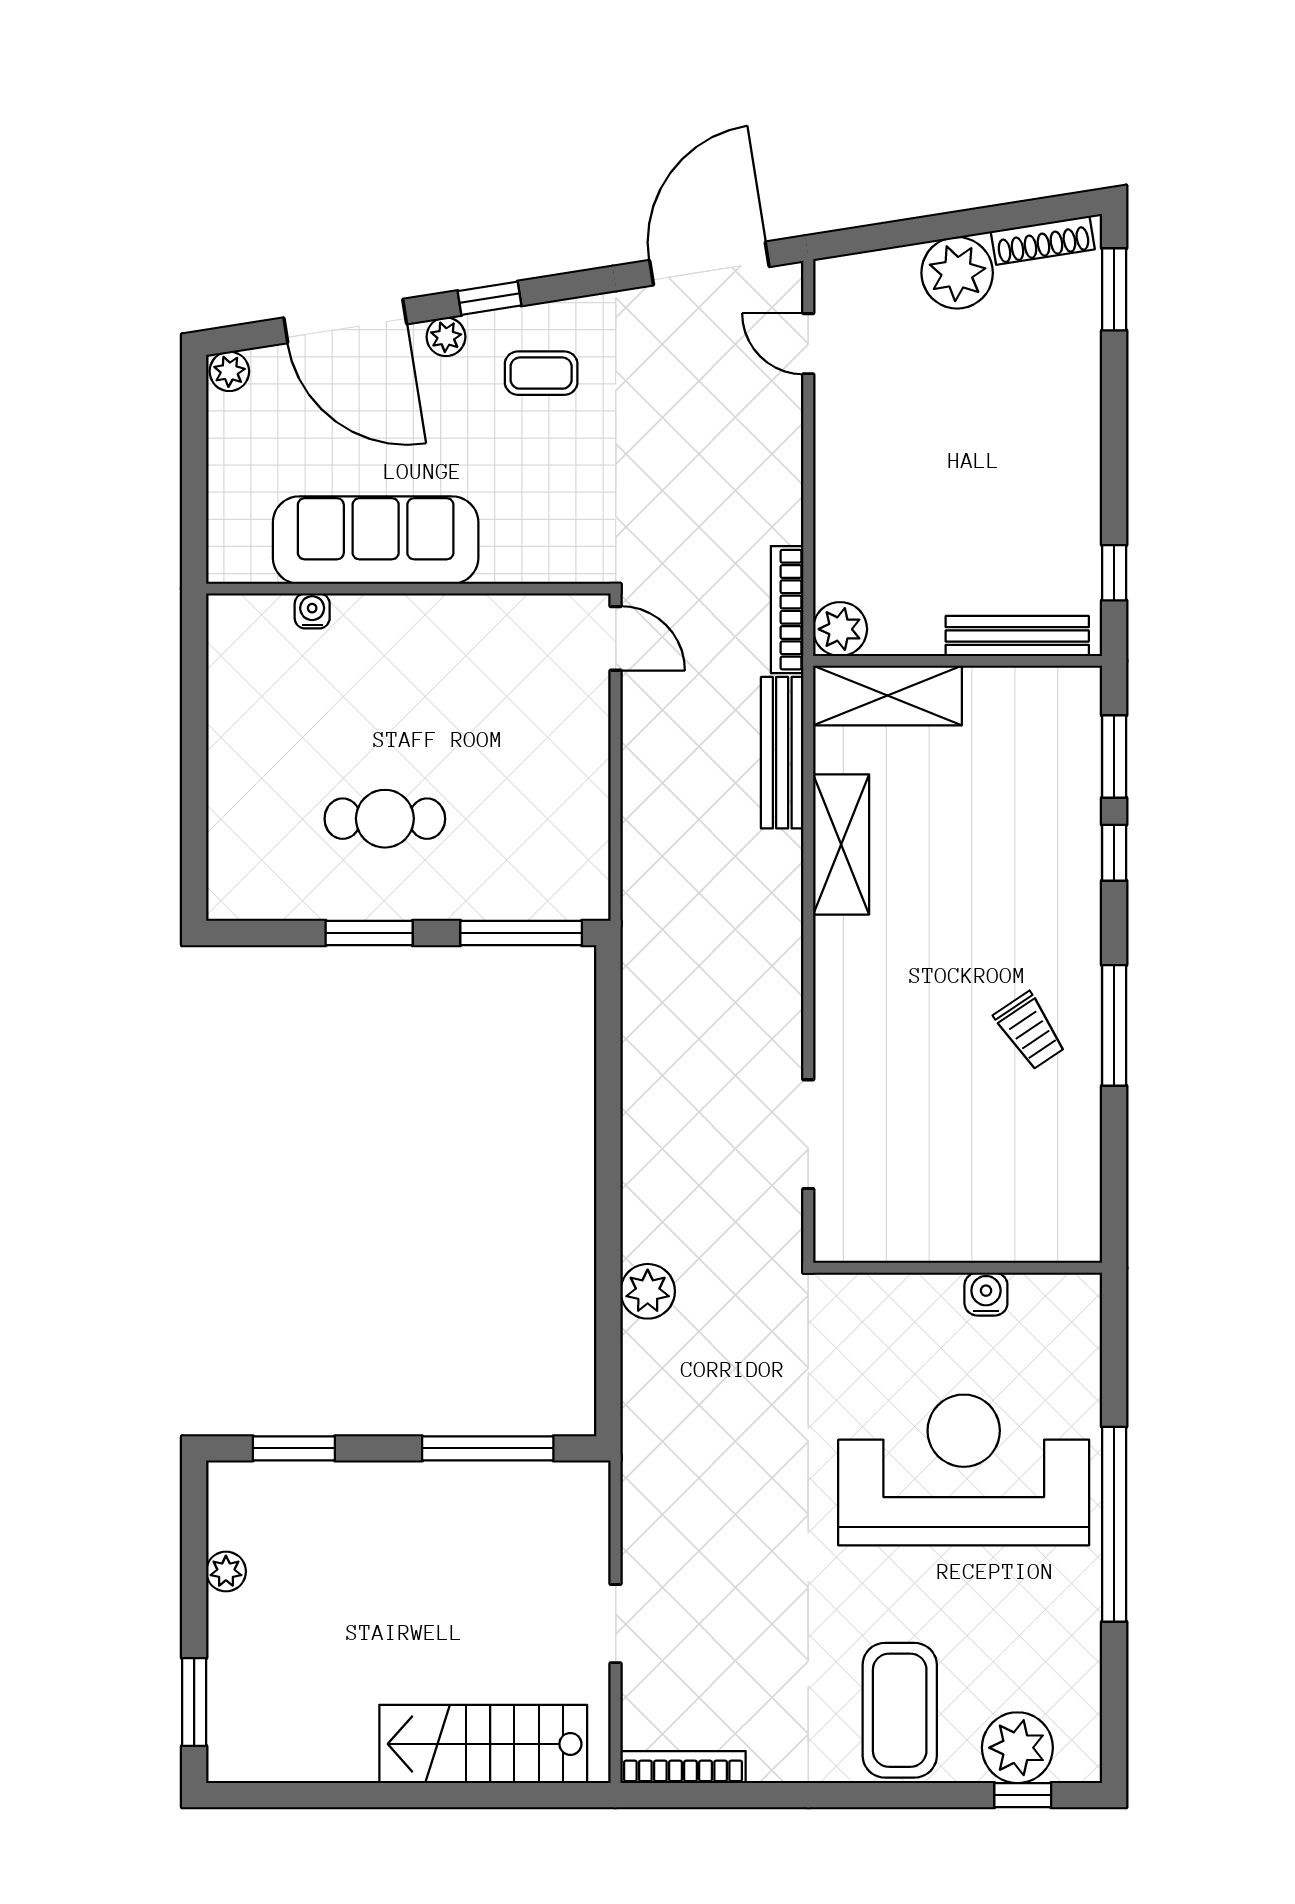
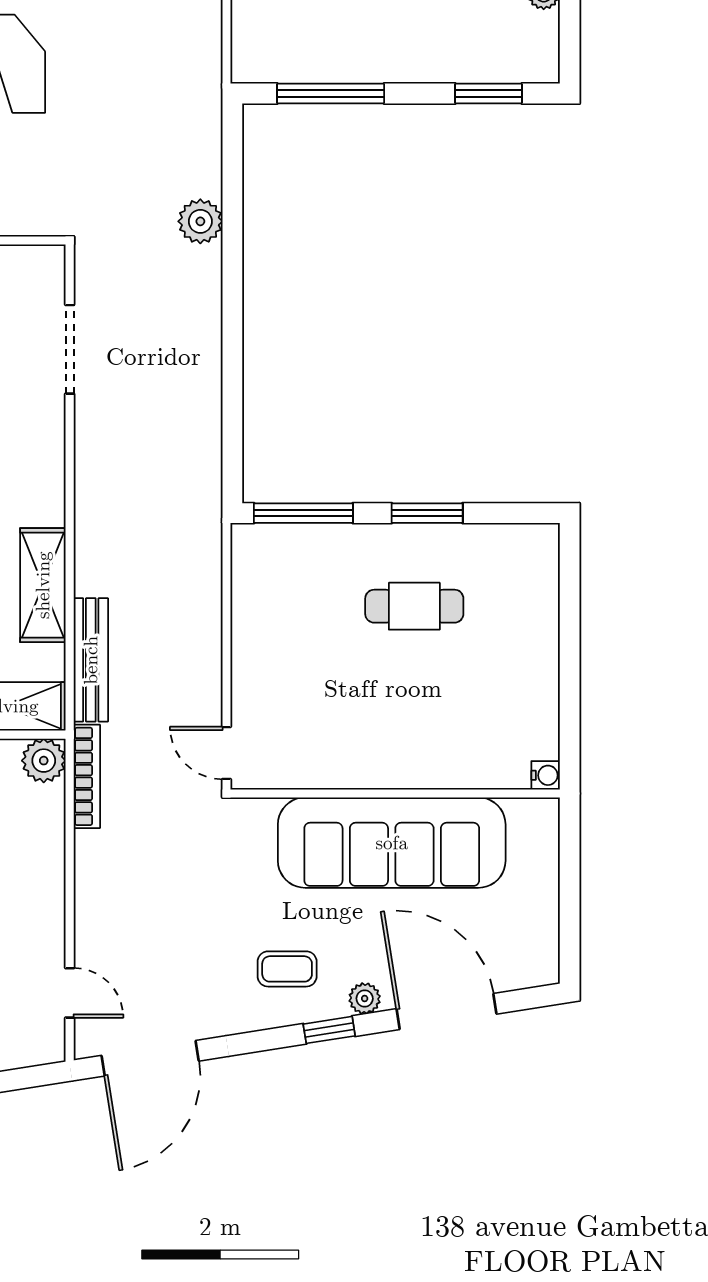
plant: (229, 371) -> (541, 970), removed
sofa: (376, 540) -> (392, 843), width x1.36, depth x1.27
water cooler: (312, 611) -> (546, 775), moved, turned -90

